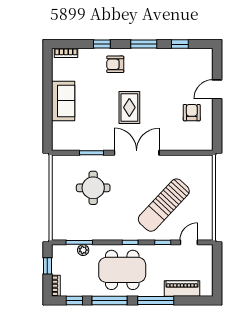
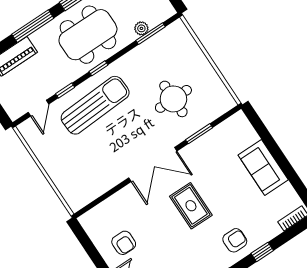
sun lounger: (164, 205) -> (95, 105), moved, turned 44

